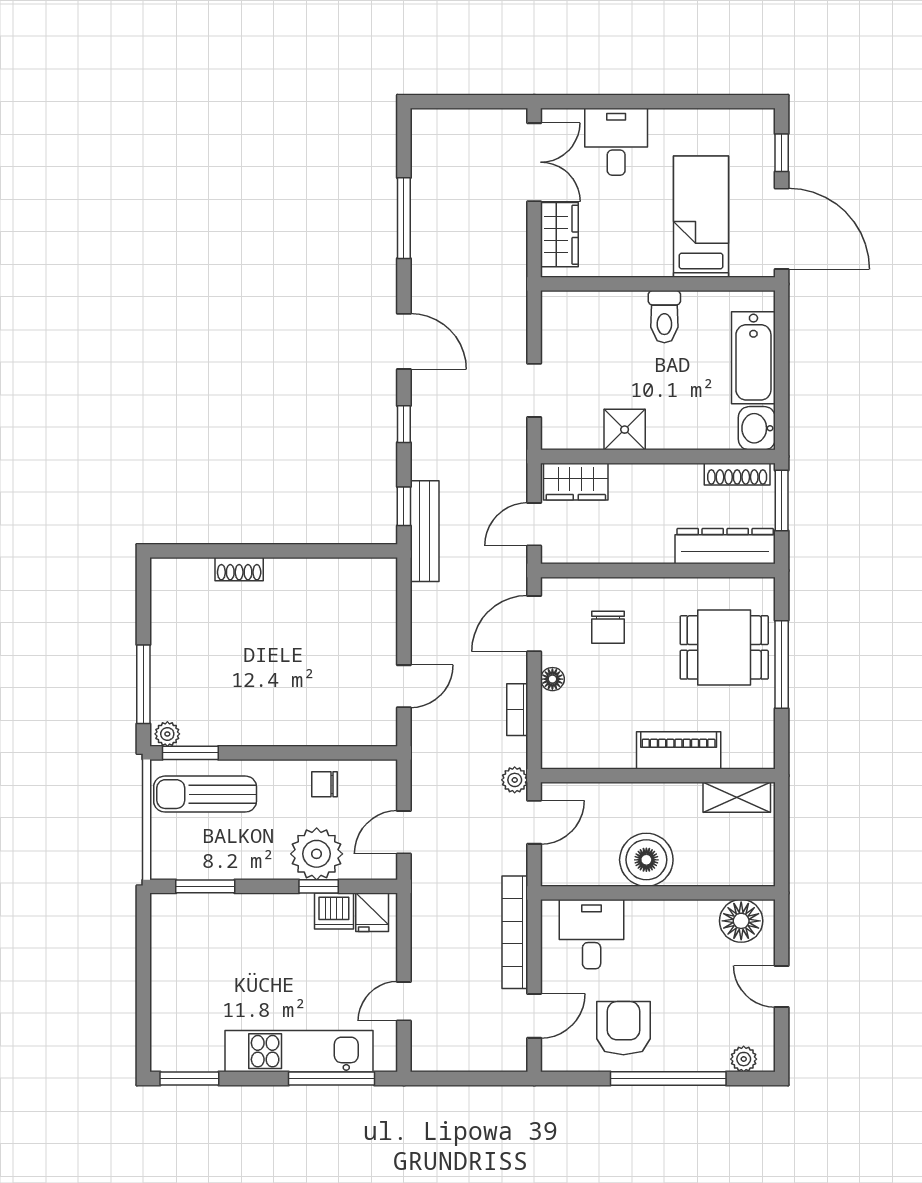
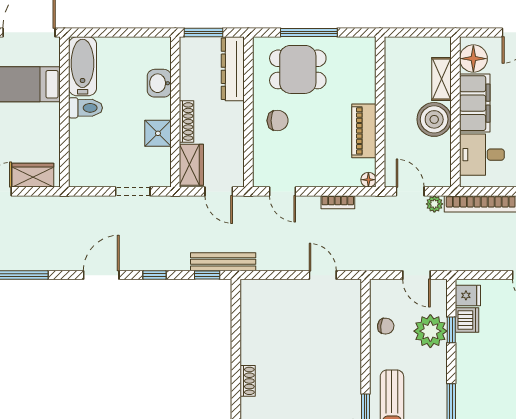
bathtub: (753, 358) -> (83, 66), moved, turned -90
washbasin: (757, 428) -> (159, 83), moved, turned 90
shoe rack: (737, 474) -> (187, 121), moved
door: (534, 624) -> (283, 191), width x0.73
chair: (608, 627) -> (278, 121), moved
dining table: (724, 647) -> (298, 69), turned 90
floor lamp: (552, 679) -> (368, 180), moved
piano: (679, 750) -> (364, 131), moved
plant: (515, 780) -> (434, 204), moved
chair: (324, 784) -> (386, 326), turned -84
shelving: (737, 797) -> (442, 79), moved
filing cabinet: (672, 923) -> (475, 103), added

